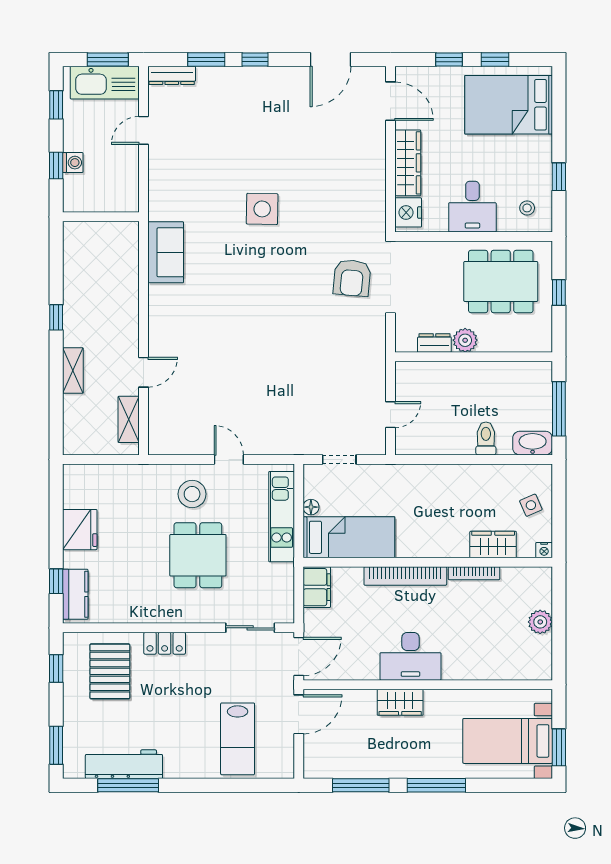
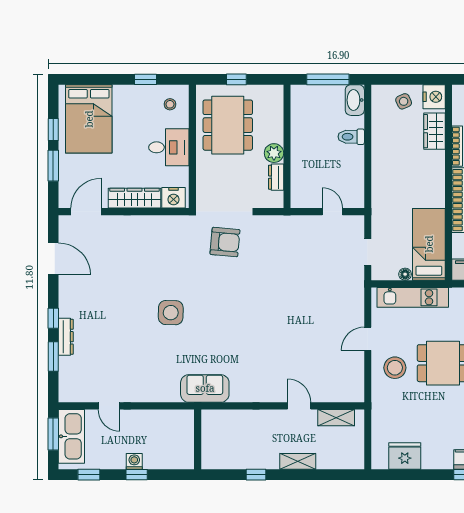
window: (449, 59) -> (53, 166), width x1.50
dresser: (172, 75) -> (66, 337), moved
wall: (101, 217) -> (198, 439), moved
fridge: (80, 530) -> (405, 456), moved
nightstand: (544, 550) -> (434, 97), width x1.89, depth x1.79

